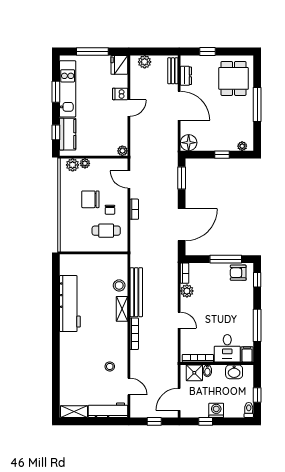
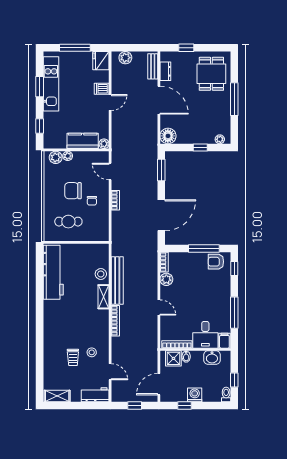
kitchen counter: (68, 134) -> (83, 141), moved, turned -90
cafe table: (106, 231) -> (68, 222), moved
workbench: (70, 304) -> (53, 272), moved
trolley: (90, 372) -> (73, 357), added
workbench: (108, 410) -> (95, 395), width x0.73

